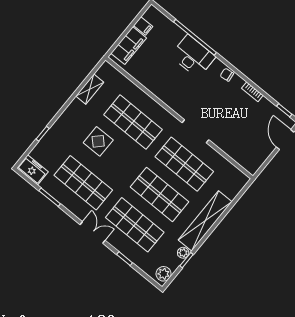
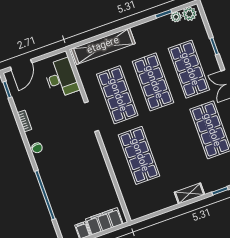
desk: (193, 56) -> (61, 78), moved, turned 180
shelving: (90, 89) -> (189, 193), moved
display table: (98, 141) -> (178, 157), removed
shelving: (205, 221) -> (103, 46), moved
plant: (183, 253) -> (176, 17), moved

